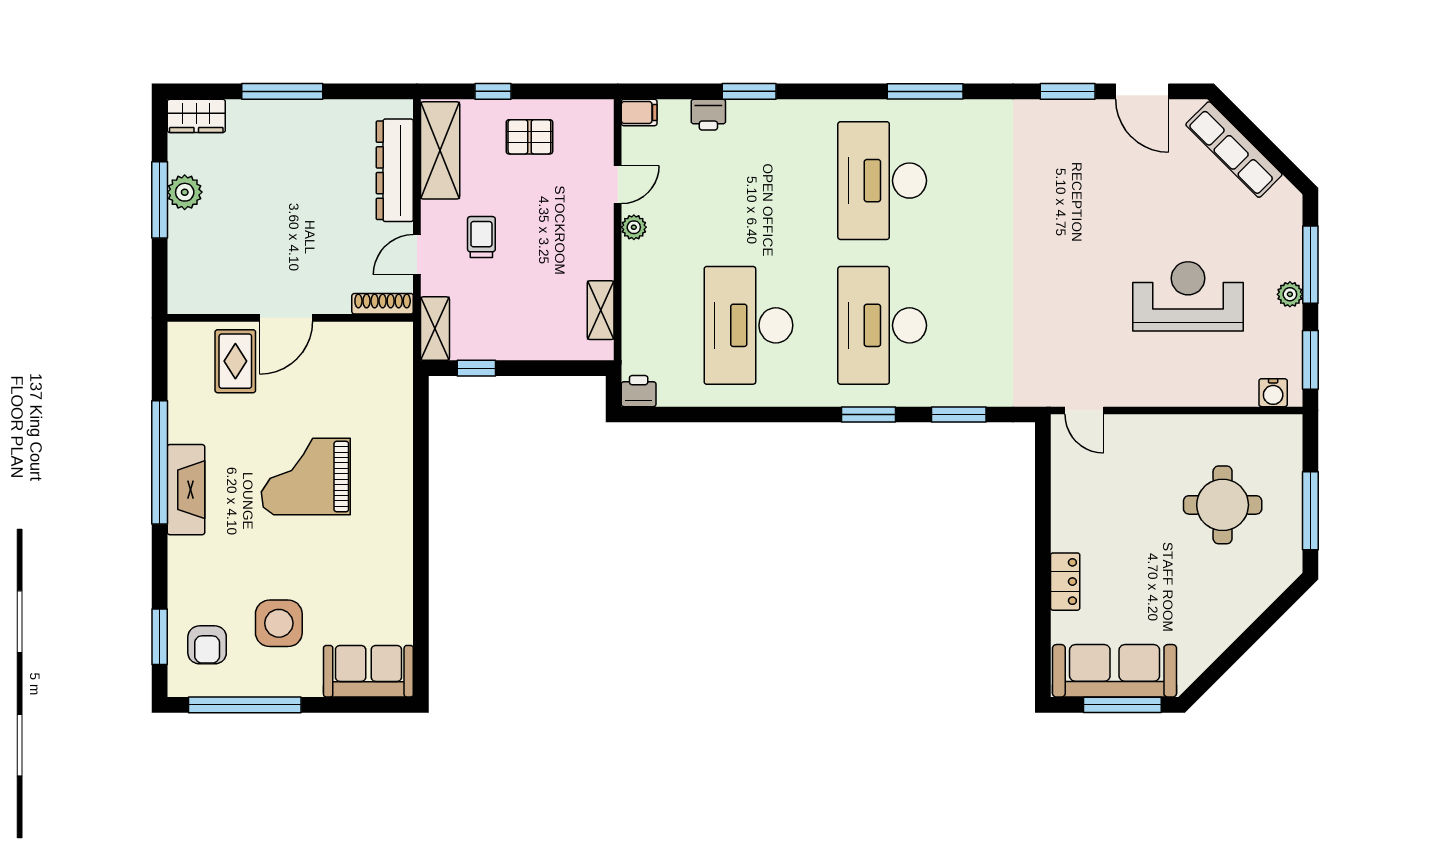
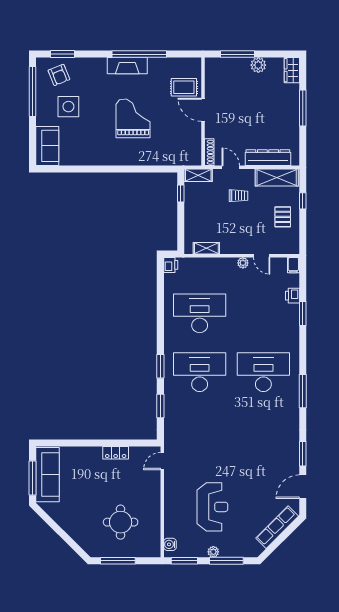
window: (160, 200) -> (237, 54), moved
locker: (1065, 582) -> (116, 453), moved
armchair: (207, 645) -> (59, 75), turned -112

